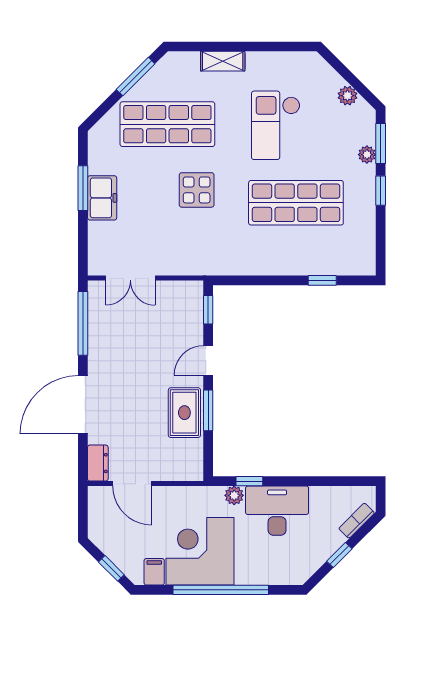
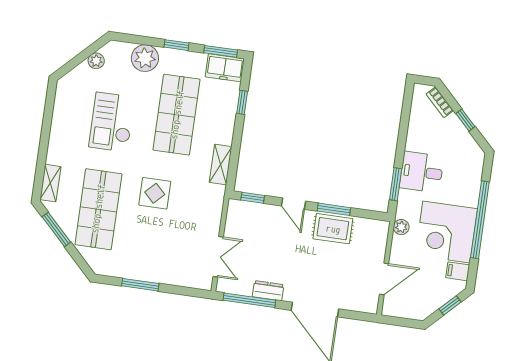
shelving: (223, 61) -> (50, 183), moved
checkout: (276, 125) -> (112, 122), turned 90
window: (381, 144) -> (221, 51), moved
plant: (367, 155) -> (145, 58), width x1.87, depth x1.87
freezer: (102, 198) -> (225, 68), moved, turned 180
shelving: (243, 265) -> (221, 165), added
dresser: (98, 463) -> (268, 291), moved
window: (249, 481) -> (396, 184), width x1.50
plant: (234, 495) -> (401, 227), moved
desk: (277, 511) -> (422, 172), width x0.73

